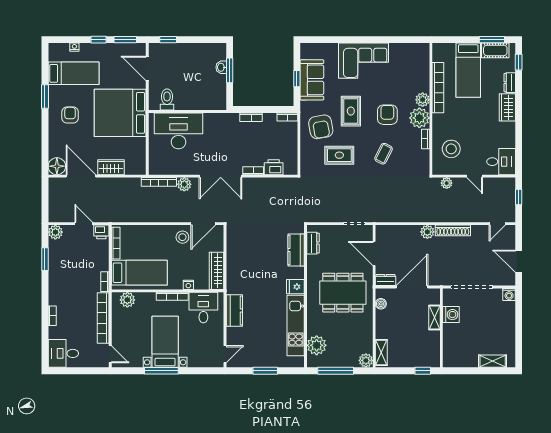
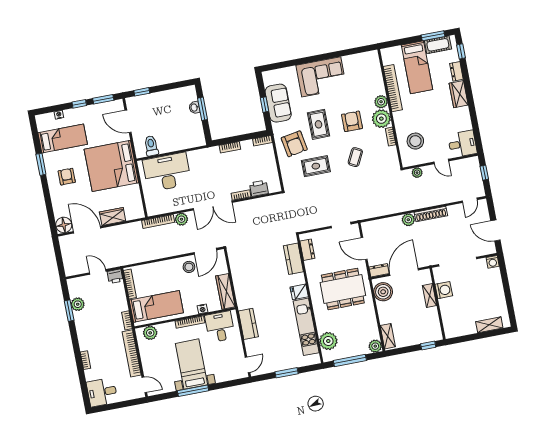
plant: (55, 232) -> (78, 304), moved
boiler: (381, 304) -> (383, 292), width x1.86, depth x1.86

